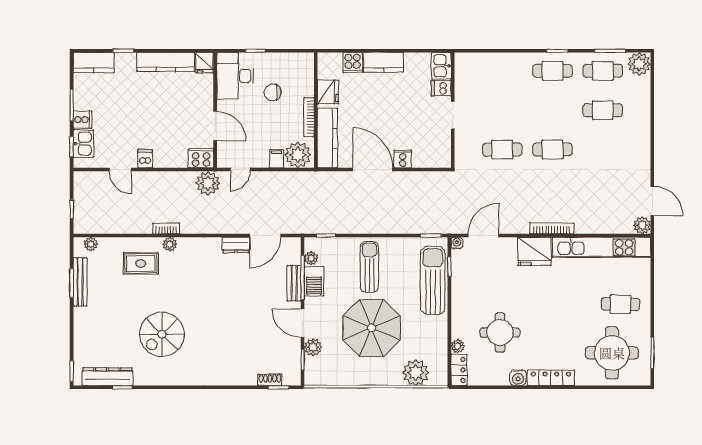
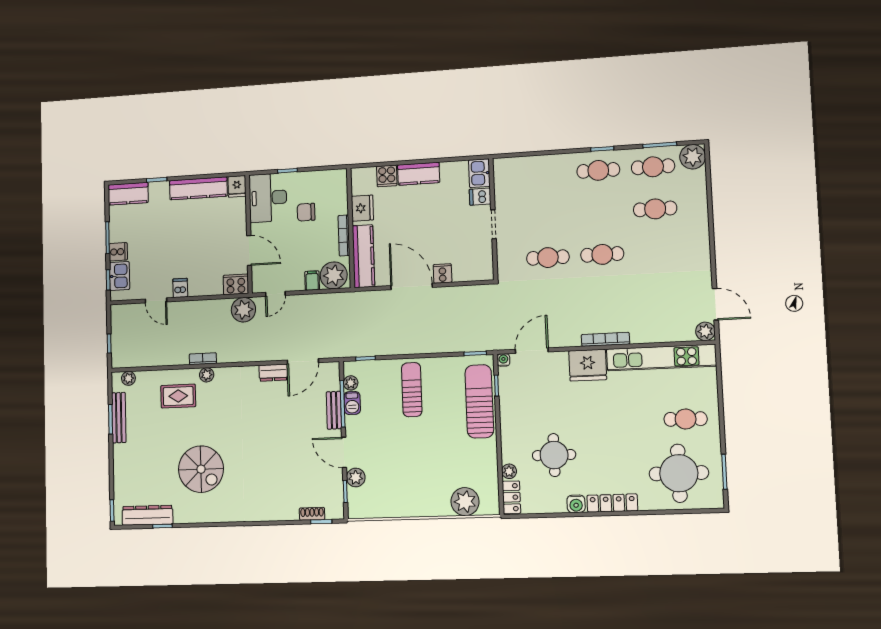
barbecue: (314, 281) -> (352, 403), width x0.73, depth x0.79
parasol: (372, 328) -> (416, 455), removed
spiral stairs: (162, 334) -> (201, 469), turned -90

